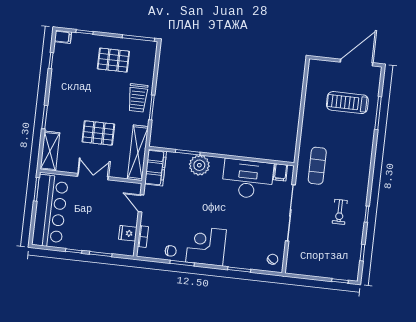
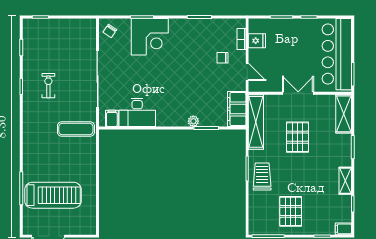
pallet: (113, 60) -> (291, 211), turned 90
shelving: (56, 84) -> (345, 181), added
treadmill: (347, 103) -> (53, 195), width x1.37, depth x1.38
pallet: (98, 133) -> (297, 137), turned 90
plant: (199, 165) -> (193, 121), width x0.53, depth x0.53
exercise mat: (317, 166) -> (76, 129), turned 90
double door: (93, 177) -> (298, 93), swing flipped
desk: (248, 179) -> (137, 112), width x0.73, depth x0.77
corner desk: (206, 246) -> (150, 37), moved
chair: (171, 251) -> (223, 58), moved

